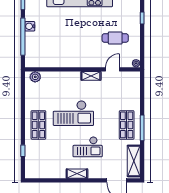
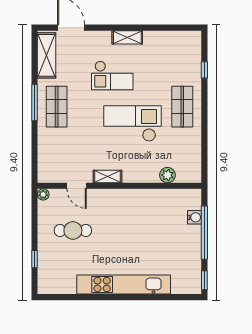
water cooler: (30, 26) -> (195, 217), moved
door: (113, 69) -> (77, 186), hinge flipped
plant: (35, 77) -> (167, 175), moved
checkout: (88, 147) -> (112, 75), turned 180

